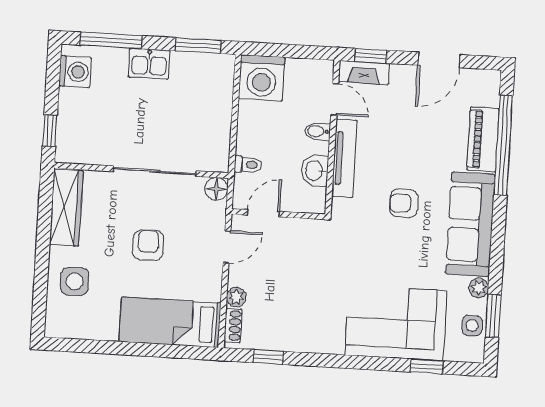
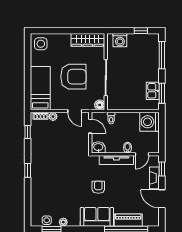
kitchen sink: (149, 64) -> (153, 91), moved
washing machine: (75, 72) -> (120, 40), moved
fireplace: (364, 73) -> (154, 178), moved
window: (50, 131) -> (141, 31), moved
washbasin: (315, 171) -> (98, 147), moved
sofa: (470, 224) -> (97, 217), width x0.73
armchair: (148, 245) -> (73, 77), width x1.88, depth x1.88
side table: (75, 281) -> (41, 44), moved
corner sofa: (396, 323) -> (46, 187), removed
window: (427, 366) -> (28, 170), moved

